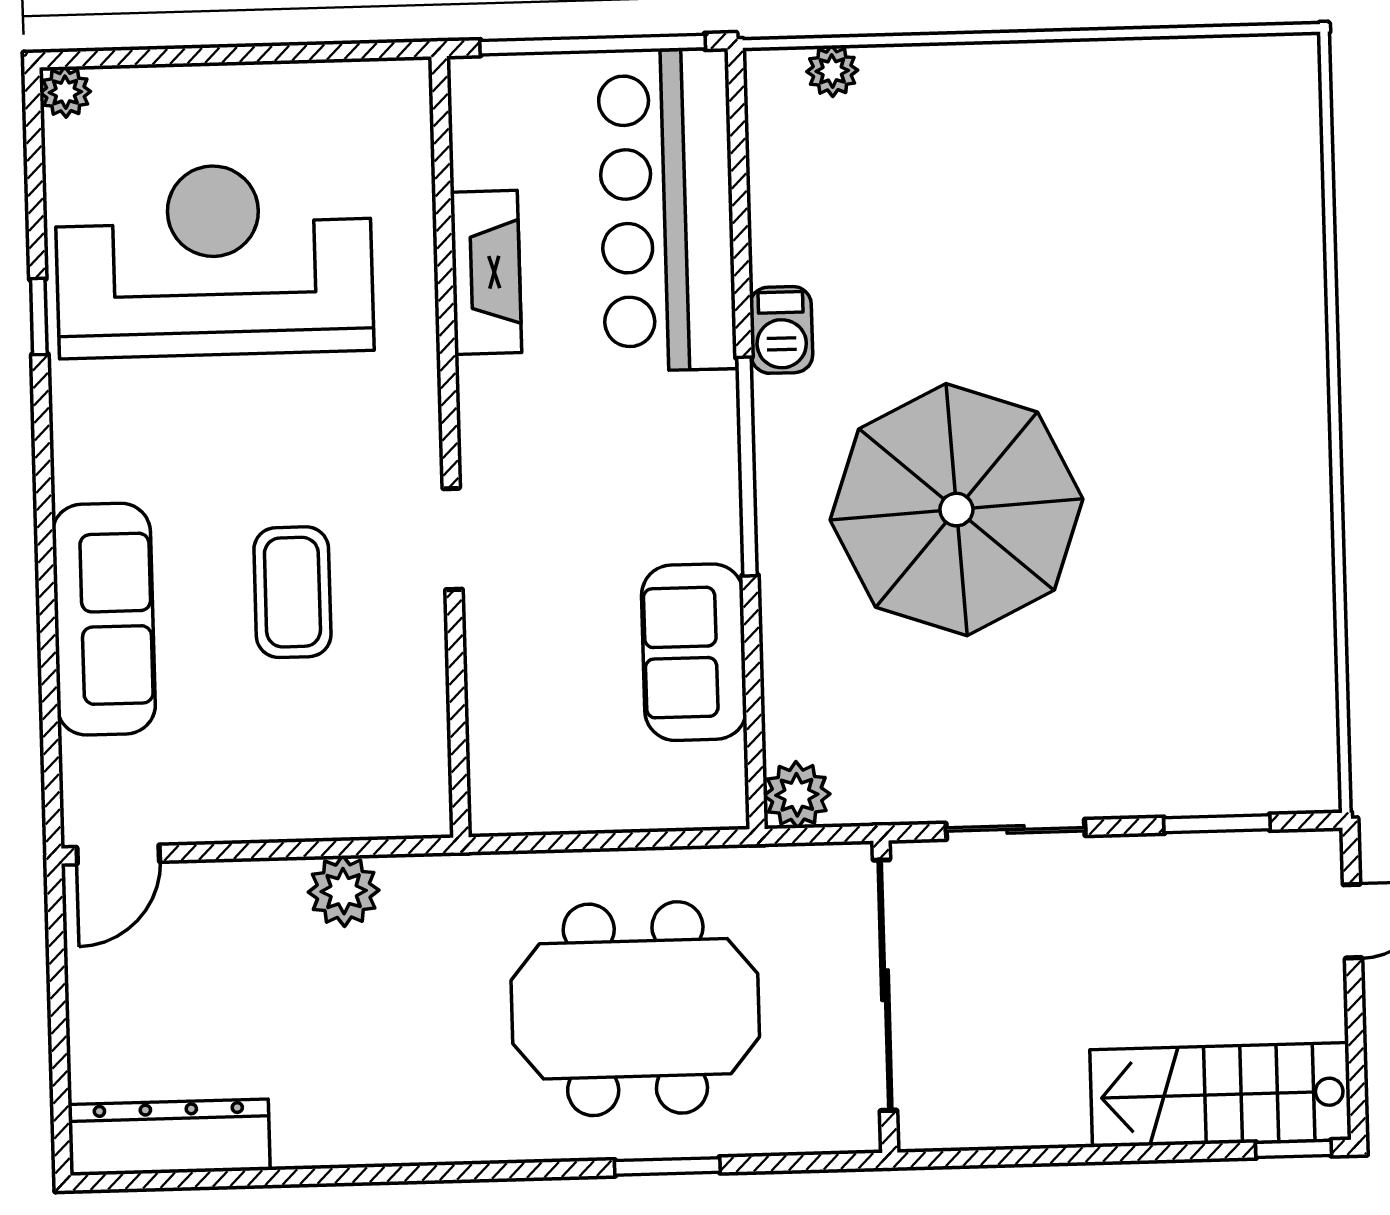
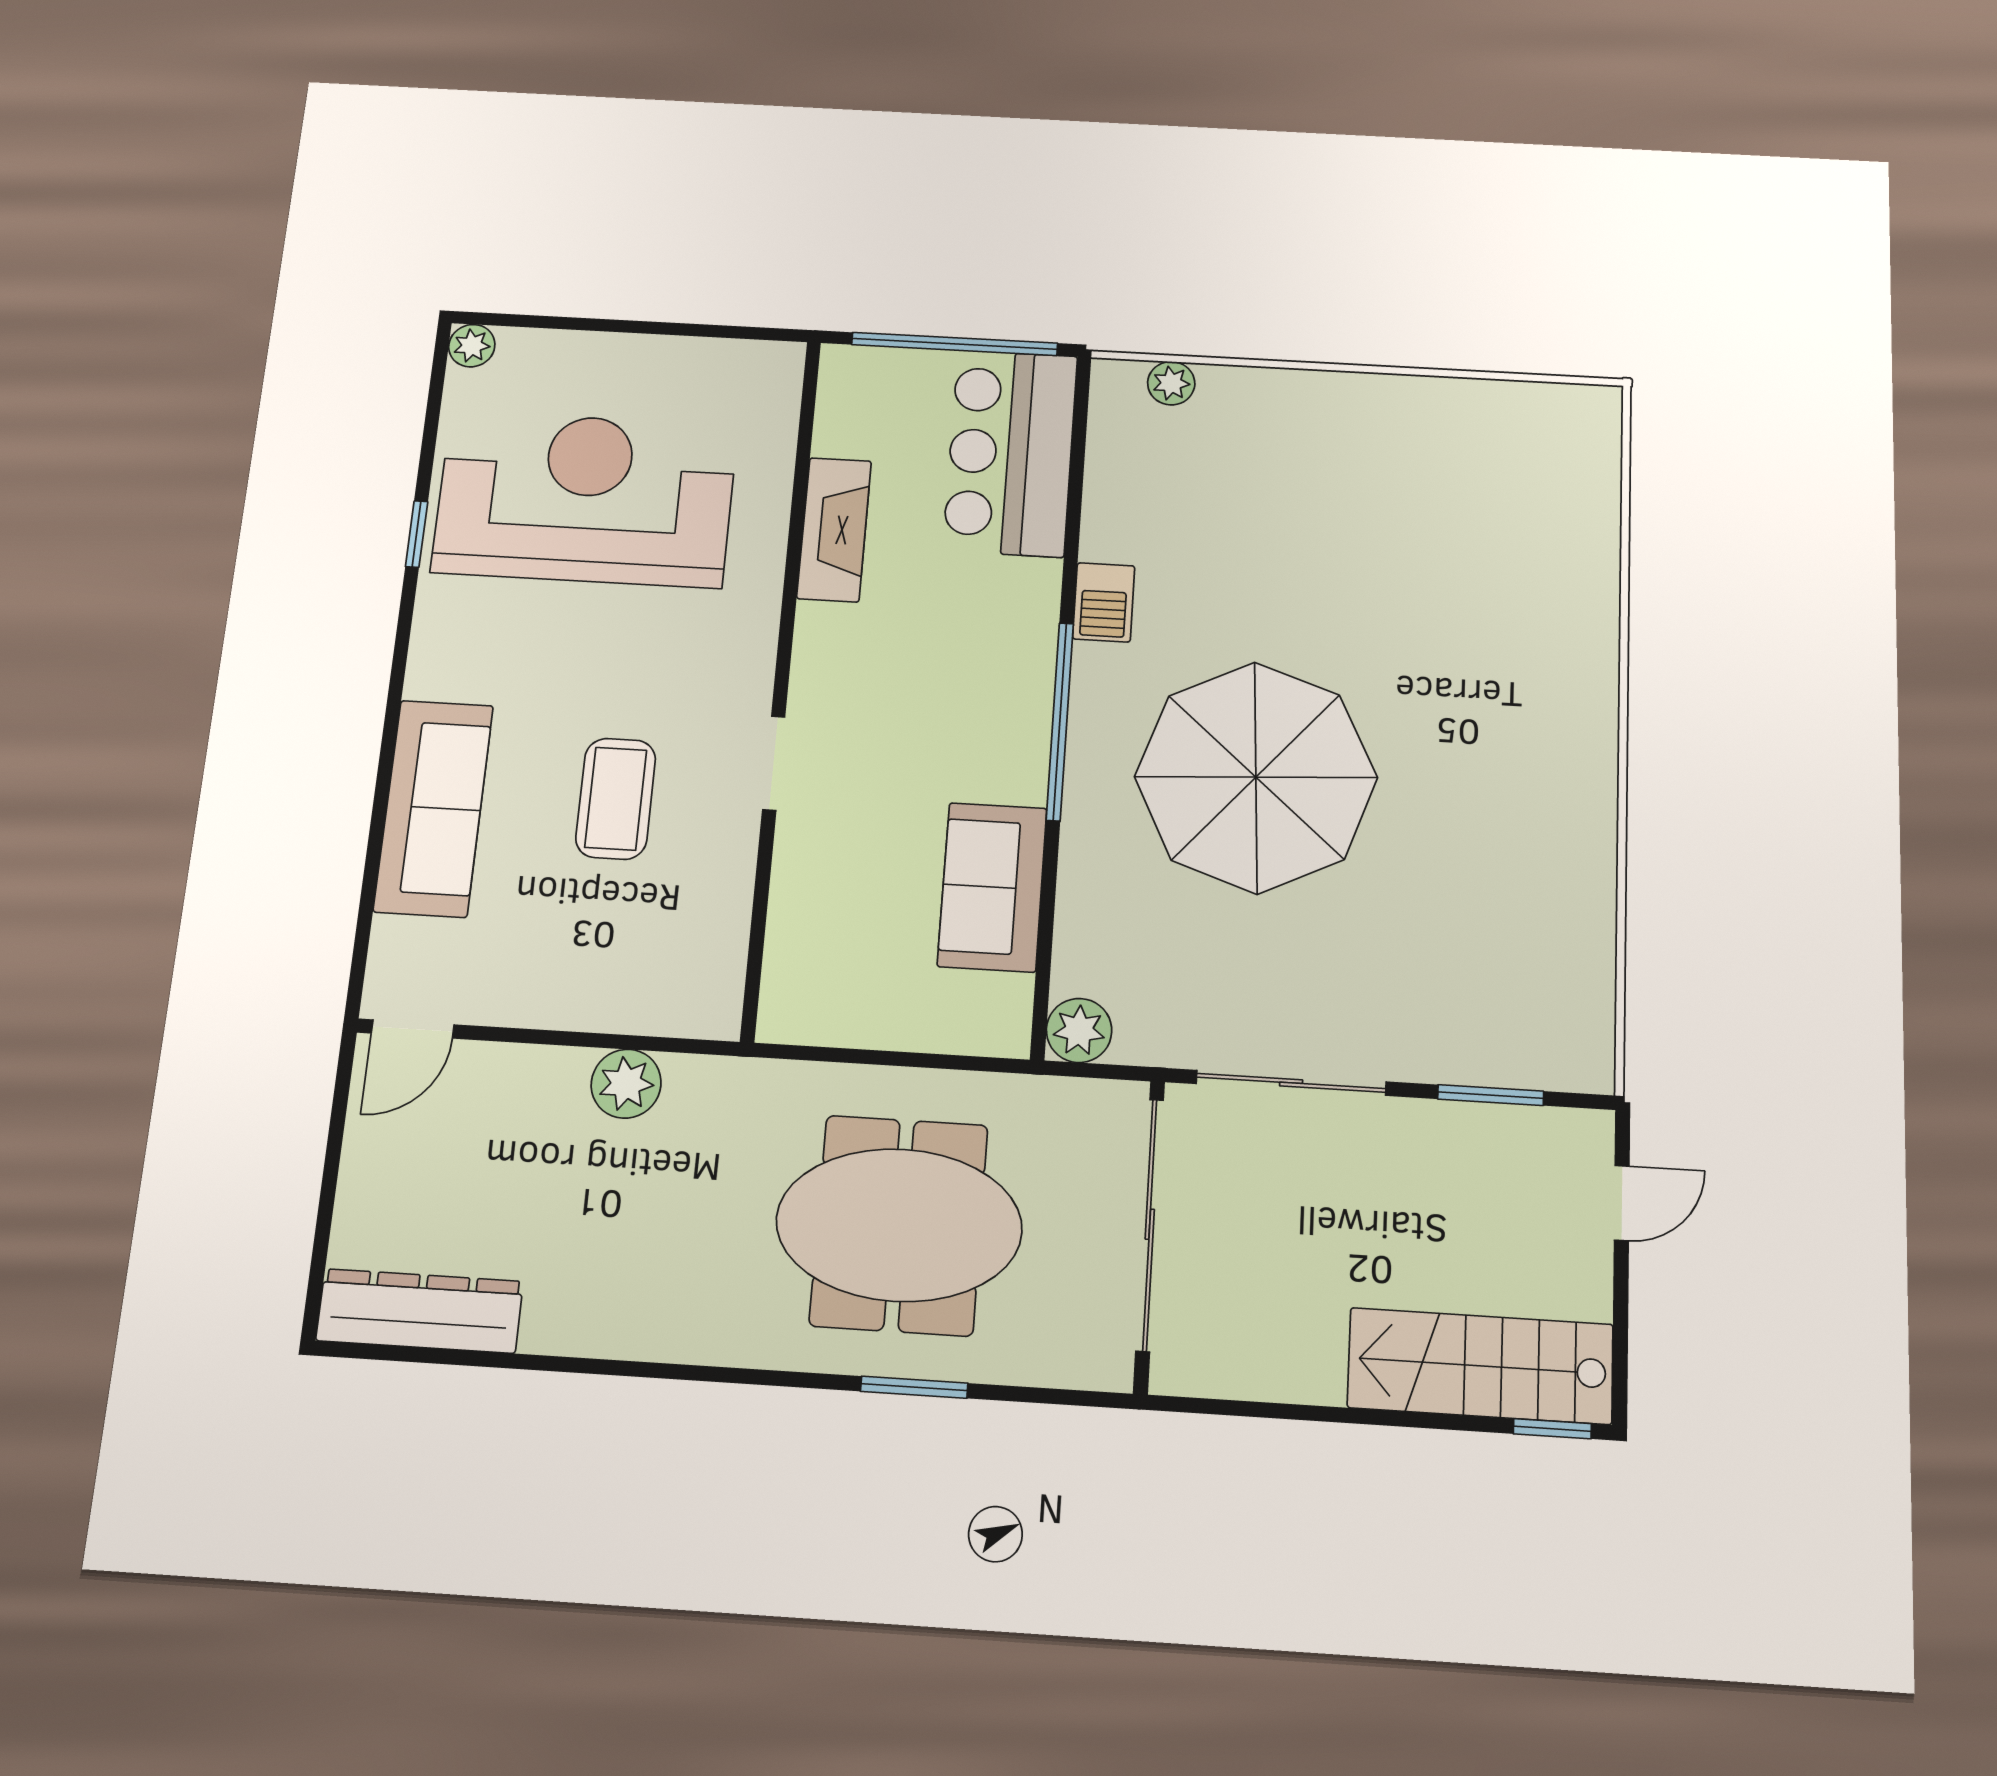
bar counter: (667, 210) -> (1010, 453), width x0.73
sliding door: (1016, 829) -> (1291, 1083), width x1.37

